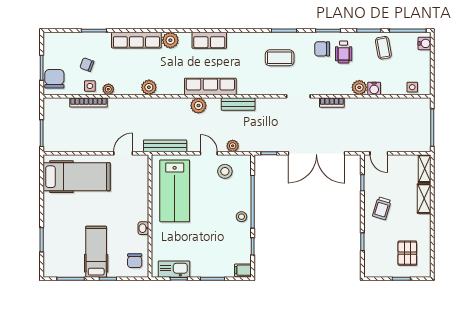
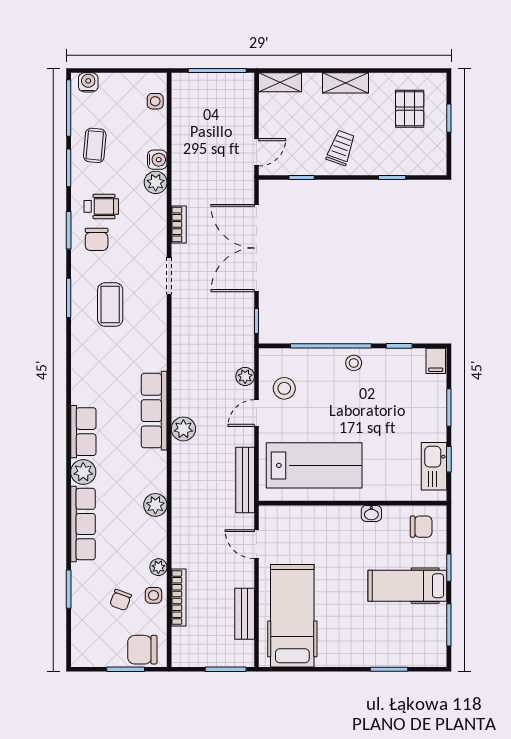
row of seats: (209, 40) -> (83, 432), moved
coffee table: (383, 48) -> (95, 145), turned -75
bench: (238, 104) -> (245, 614), moved
double door: (316, 153) -> (257, 248), swing flipped
shelving: (424, 199) -> (346, 83), moved
trolley: (382, 208) -> (341, 148), turned -87
pallet: (407, 253) -> (410, 109), turned 90

